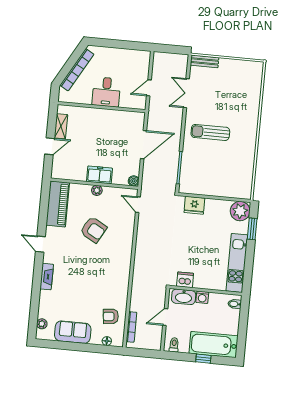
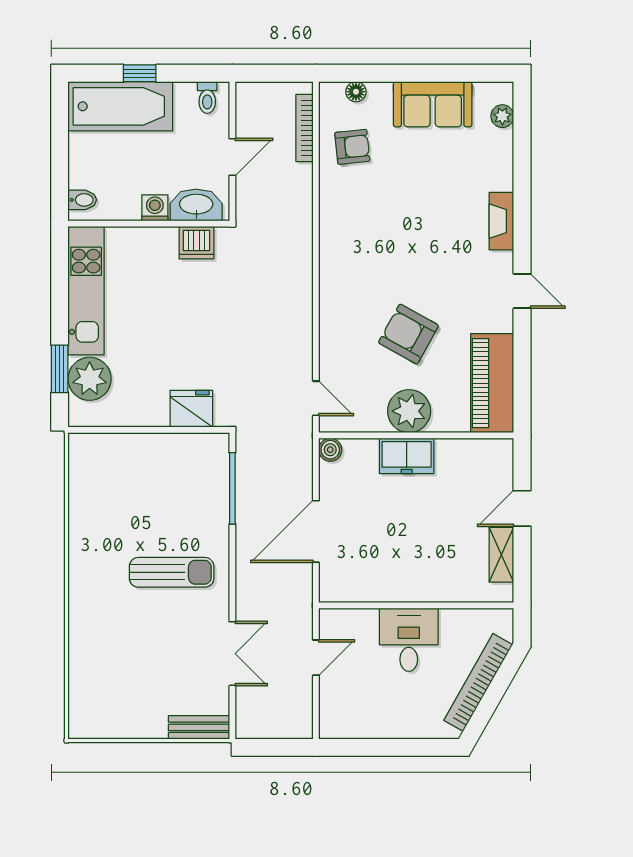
plant: (97, 190) -> (409, 411), width x1.88, depth x1.88
plant: (240, 211) -> (90, 379), moved

